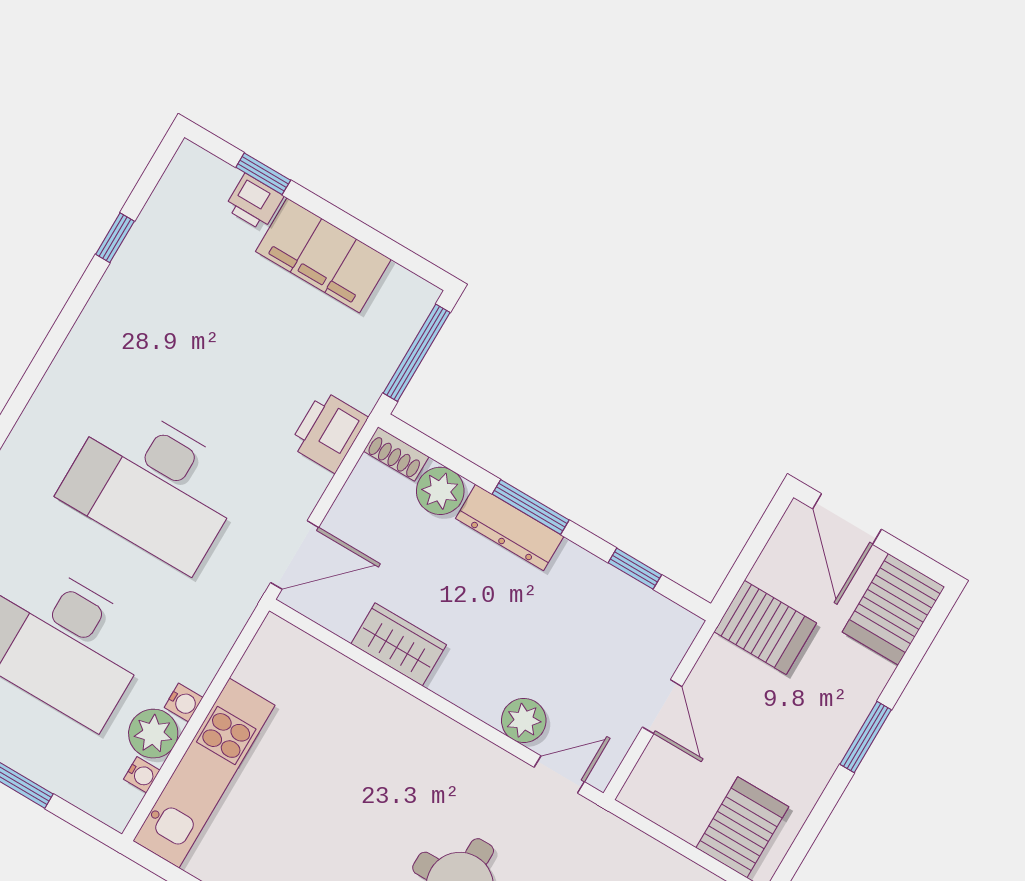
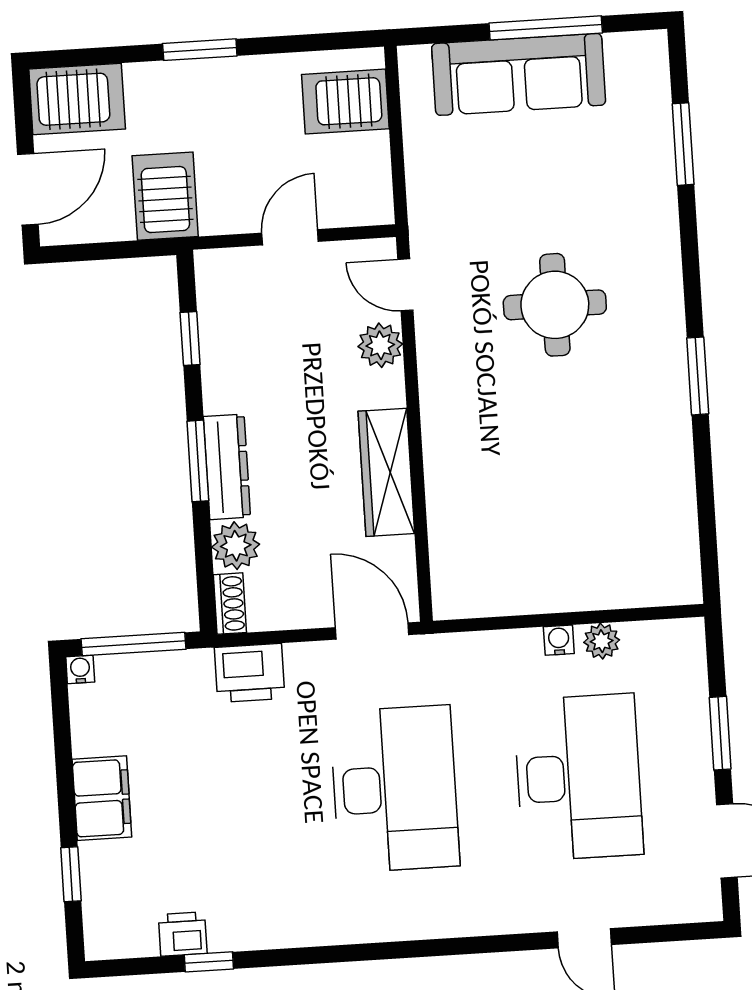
printer: (254, 202) -> (183, 934), moved, turned -90
filing cabinet: (323, 255) -> (102, 798), width x0.67, depth x0.86
wardrobe: (399, 644) -> (386, 472), width x1.50
plant: (153, 734) -> (602, 641), width x0.73, depth x0.73
kitchen unit: (204, 773) -> (606, 583), removed
water cooler: (142, 775) -> (80, 669), moved

